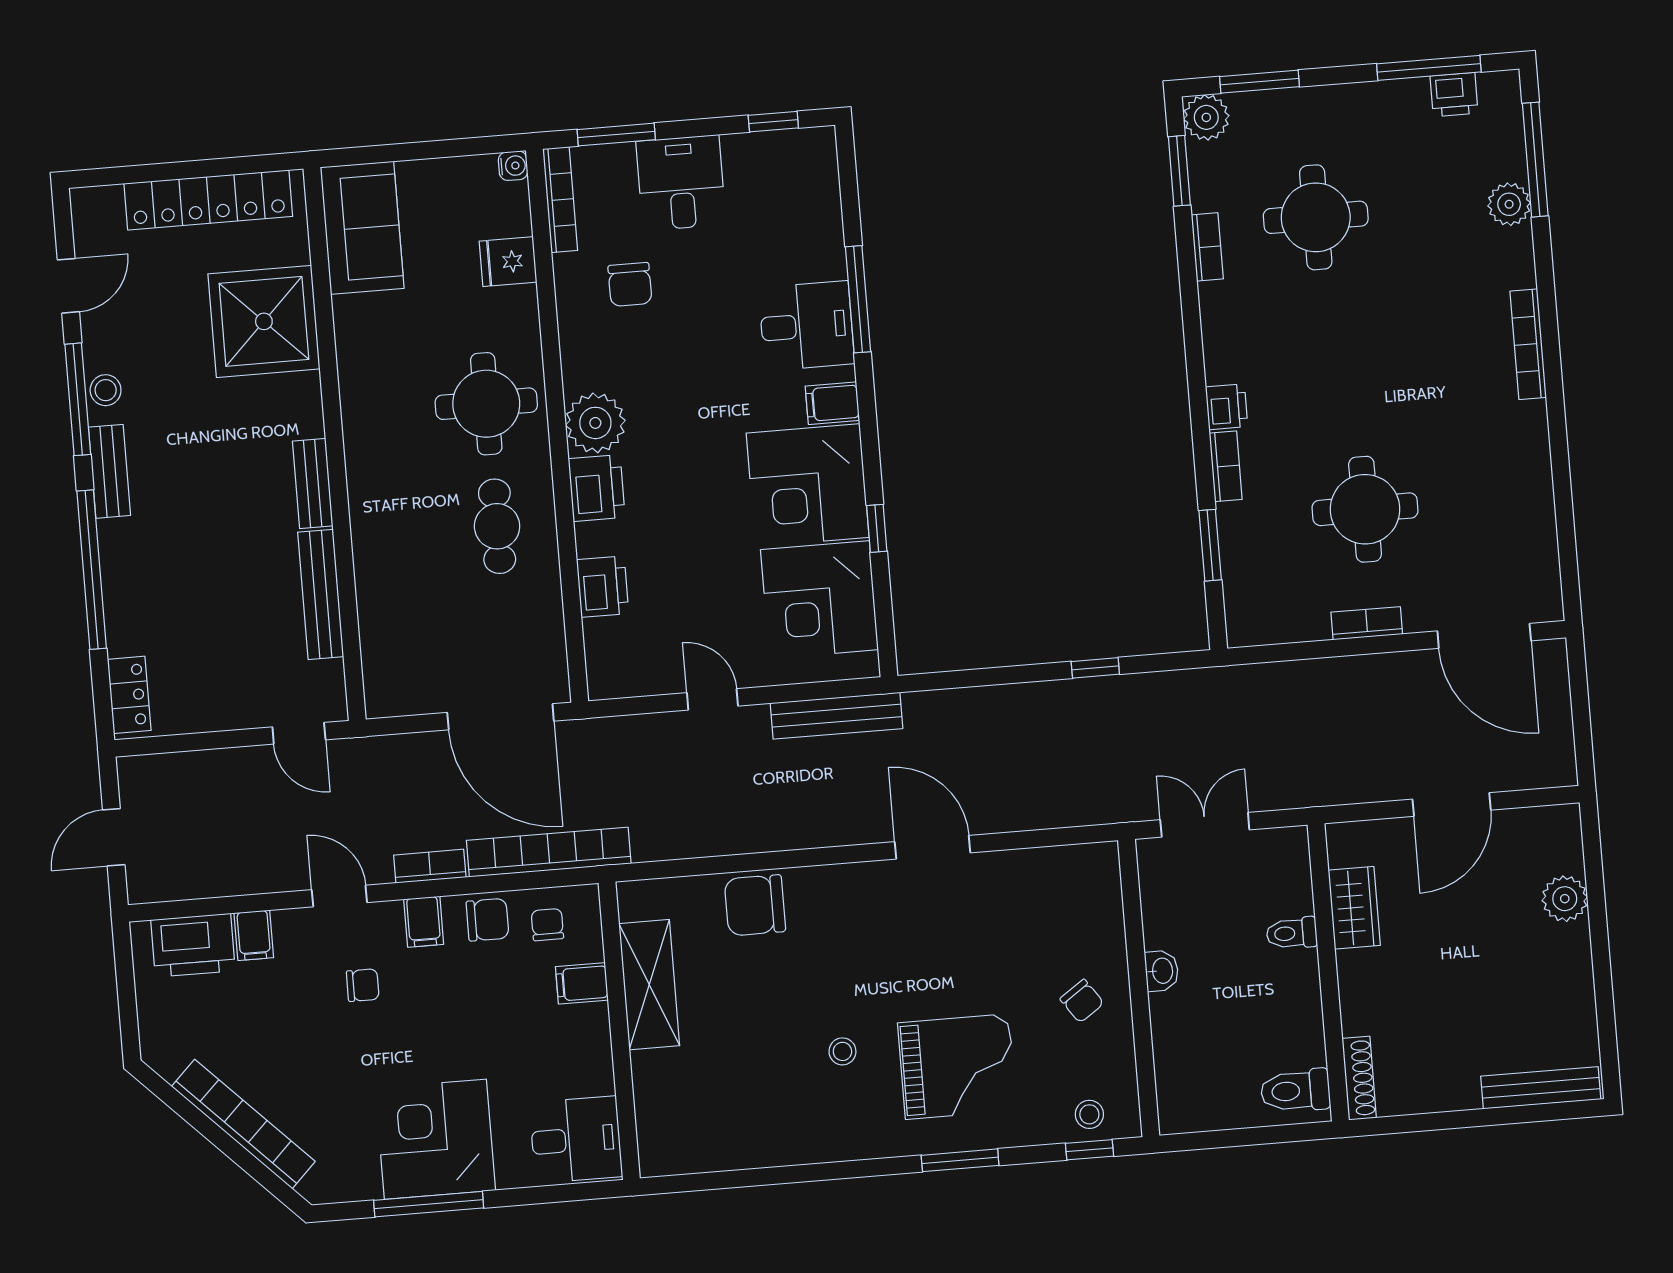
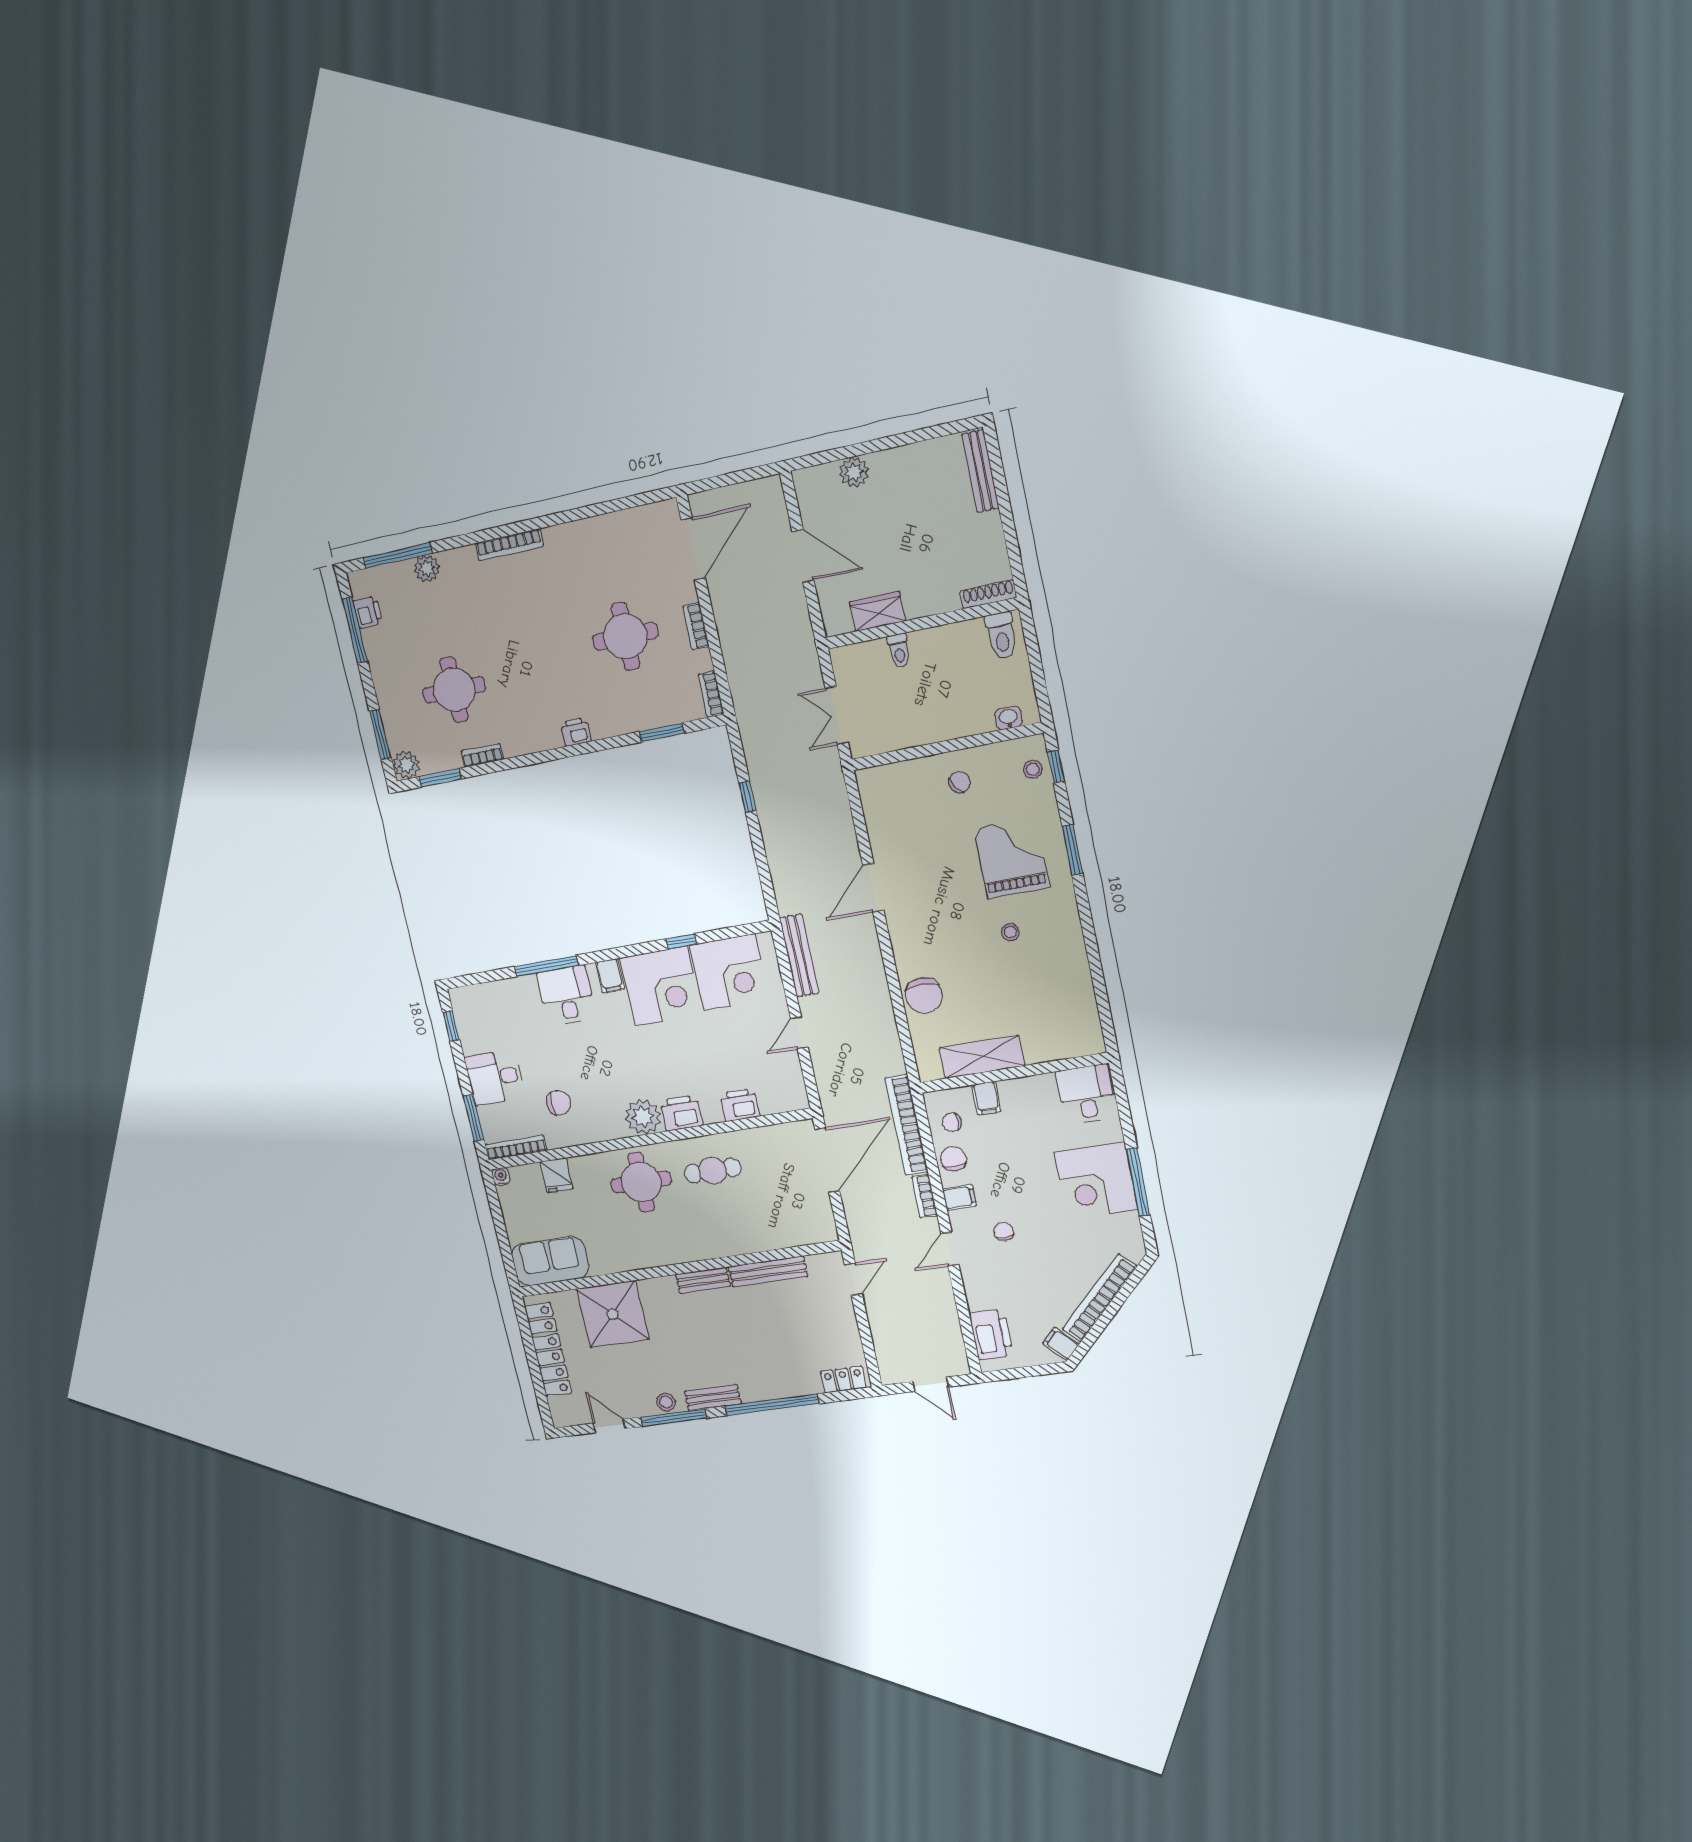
bookcase: (1226, 466) -> (711, 694), moved, turned -90
filing cabinet: (254, 935) -> (1061, 1344), moved, turned -135
washbasin: (1162, 971) -> (1008, 718), moved

